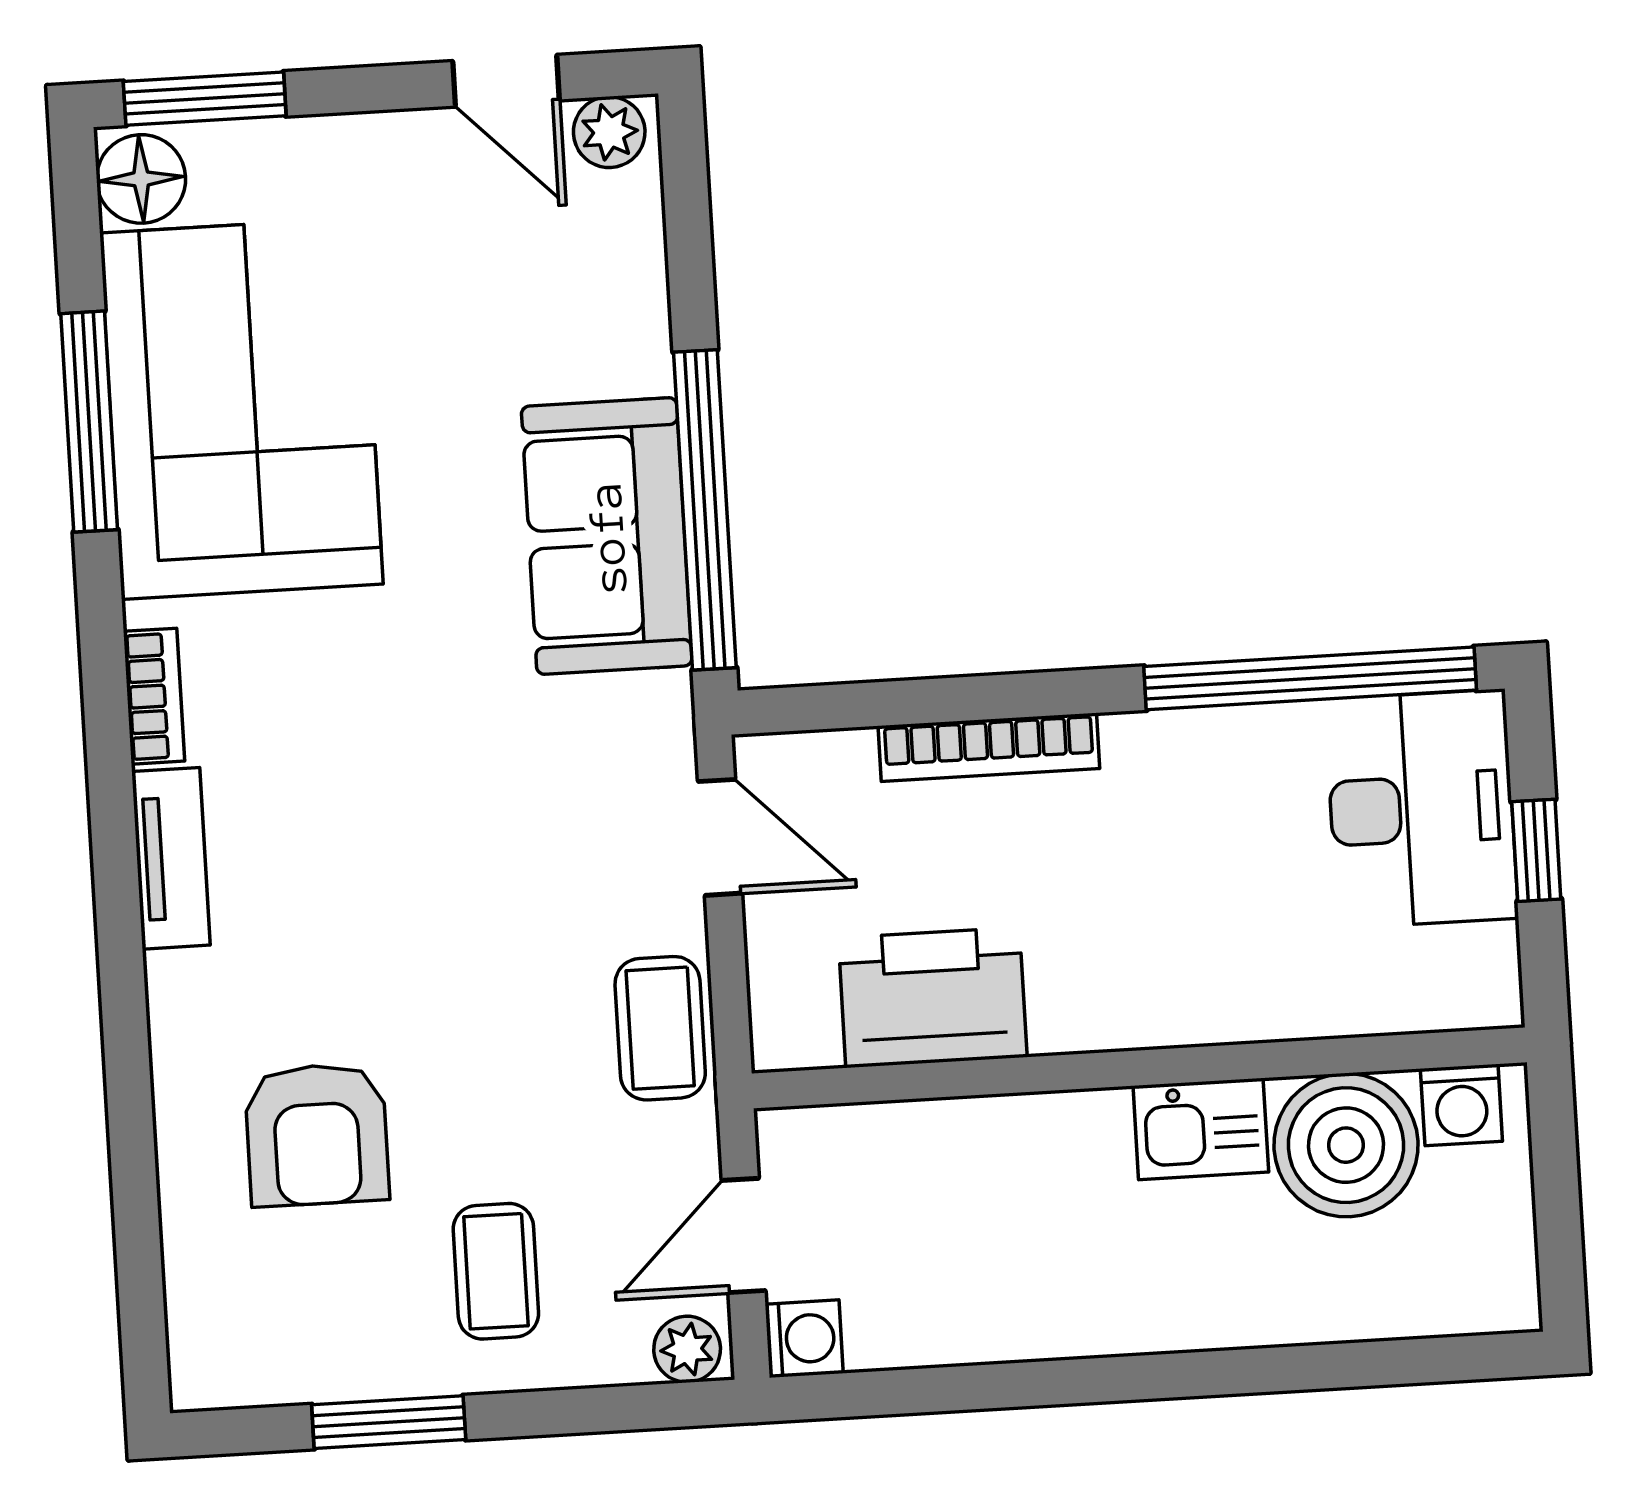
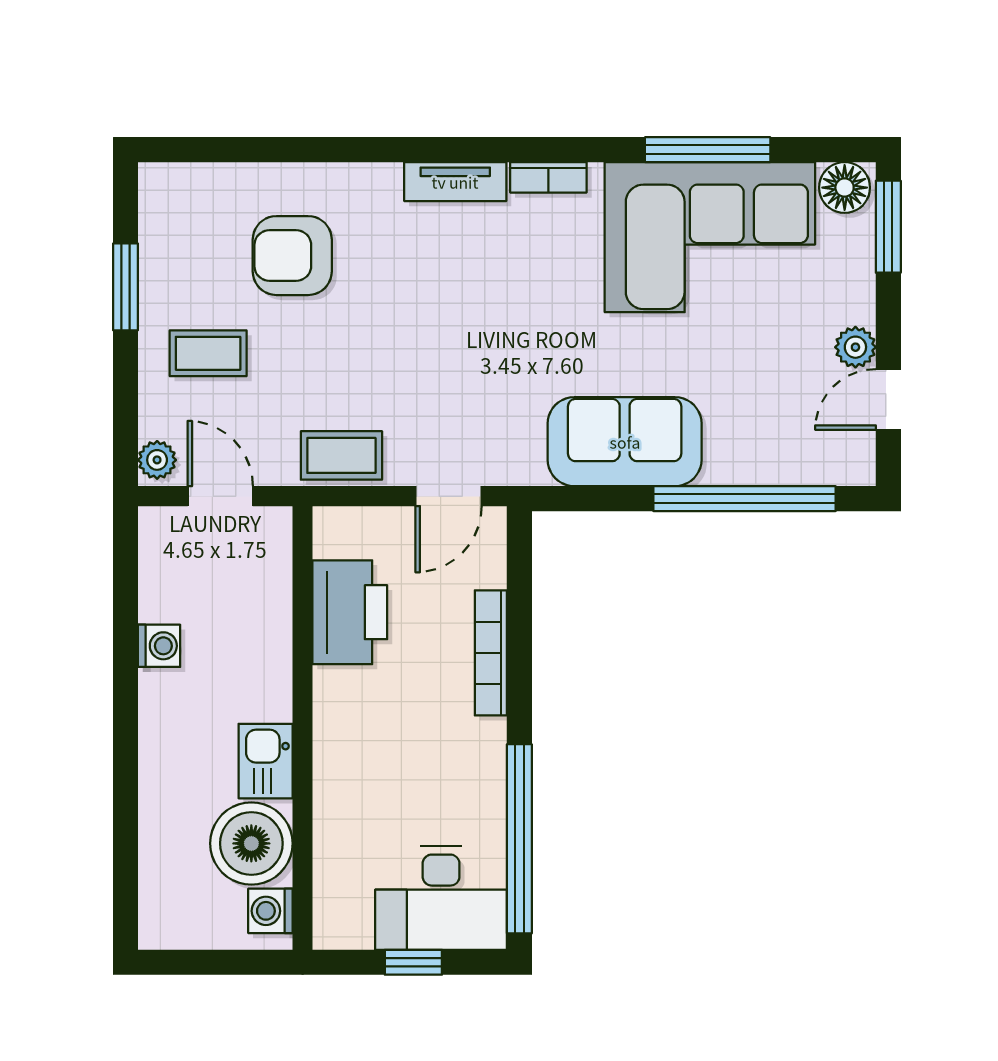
plant: (609, 132) -> (855, 347), moved
window: (705, 510) -> (745, 499), moved
washing machine: (804, 1339) -> (159, 646), moved, turned -90

